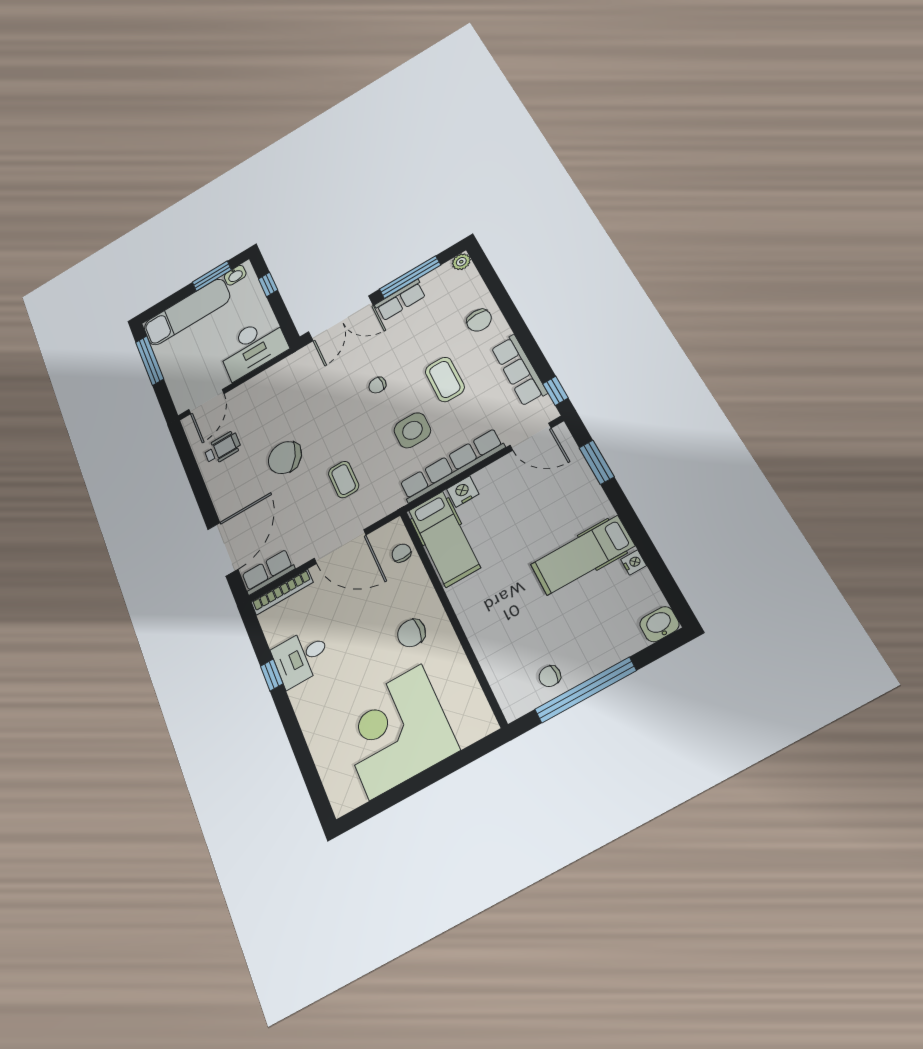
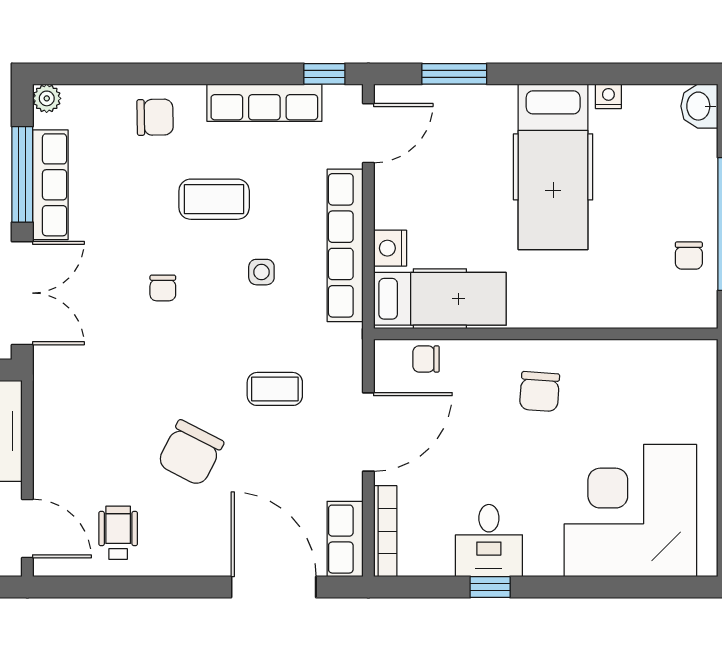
row of seats: (400, 300) -> (50, 185), width x1.48
side table: (412, 430) -> (261, 272), width x0.54, depth x0.54
hospital bed: (583, 555) -> (553, 167), width x1.37, depth x1.29
corner desk: (396, 731) -> (630, 511), moved, turned 90

